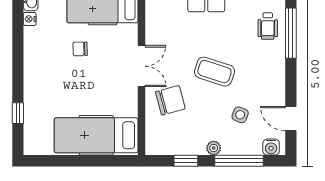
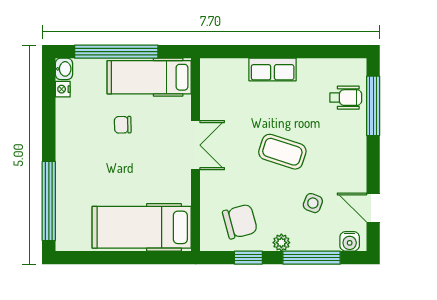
wheelchair: (268, 26) -> (346, 98), turned -90
chair: (170, 100) -> (240, 222), moved
window: (18, 113) -> (49, 201), width x3.17

